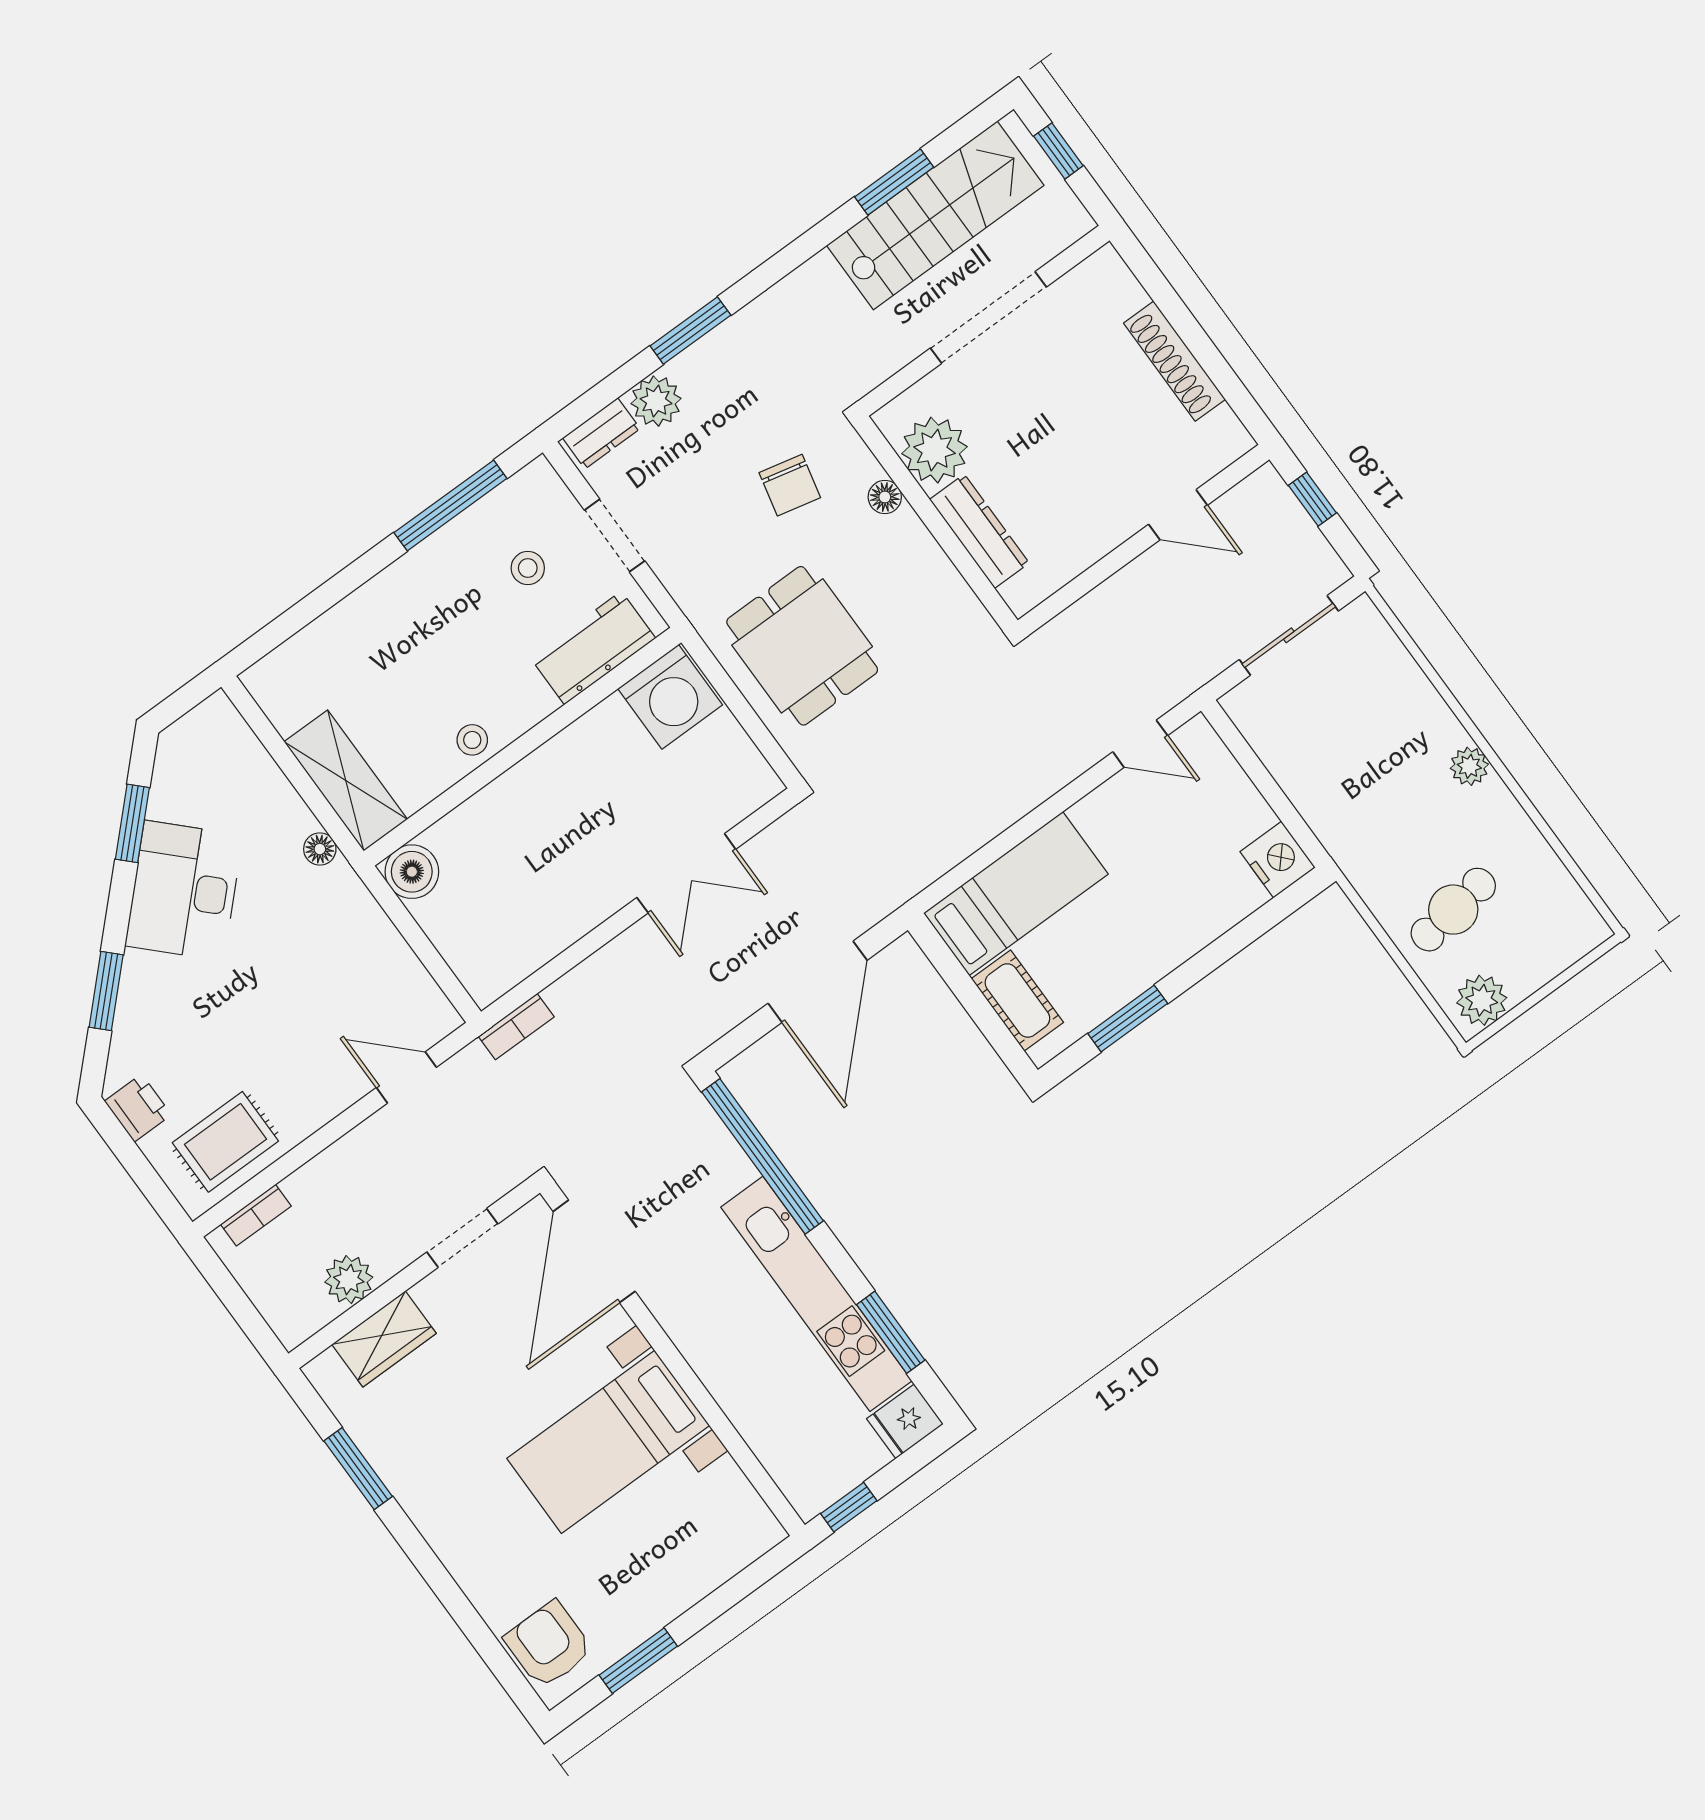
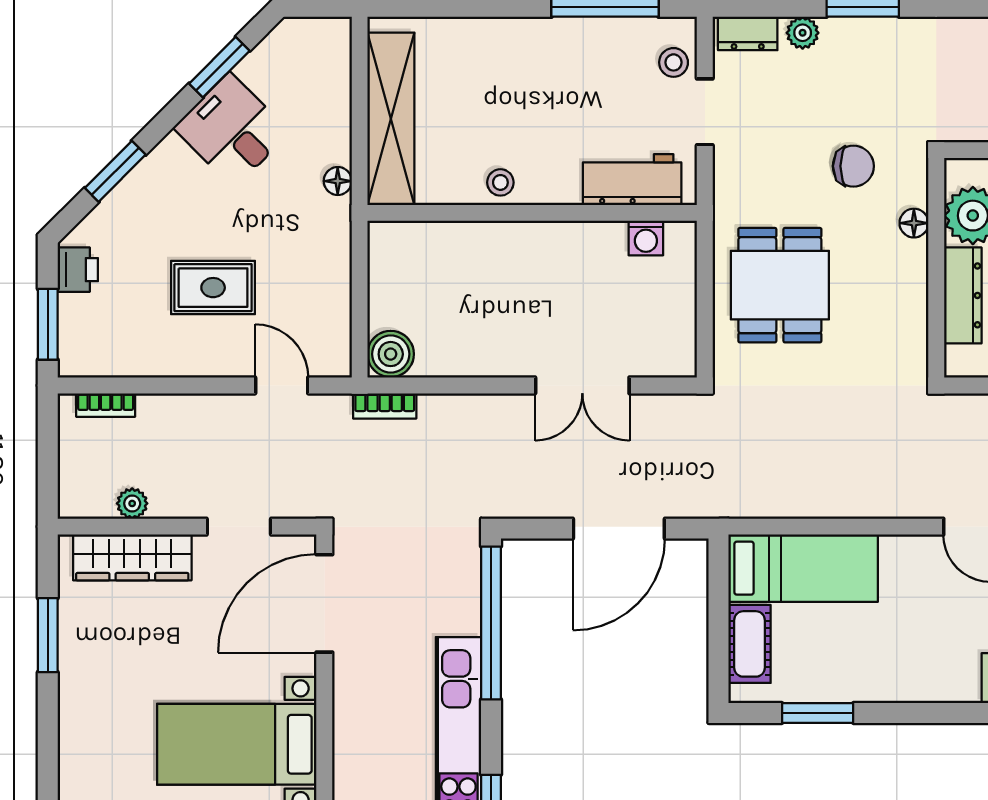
plant: (656, 401) -> (803, 33), width x0.73, depth x0.73
chair: (790, 485) -> (853, 166), turned -103
stool: (528, 568) -> (674, 62), moved
washing machine: (670, 697) -> (646, 238), width x0.53, depth x0.53
shelving: (346, 780) -> (391, 119), width x1.47
boiler: (412, 872) -> (391, 354), moved
desk: (184, 891) -> (232, 130), width x0.73
rug: (225, 1142) -> (213, 288), moved
window: (147, 1179) -> (48, 324), added
plant: (349, 1280) -> (132, 503), width x0.73, depth x0.73
wardrobe: (384, 1339) -> (132, 557), width x1.50

